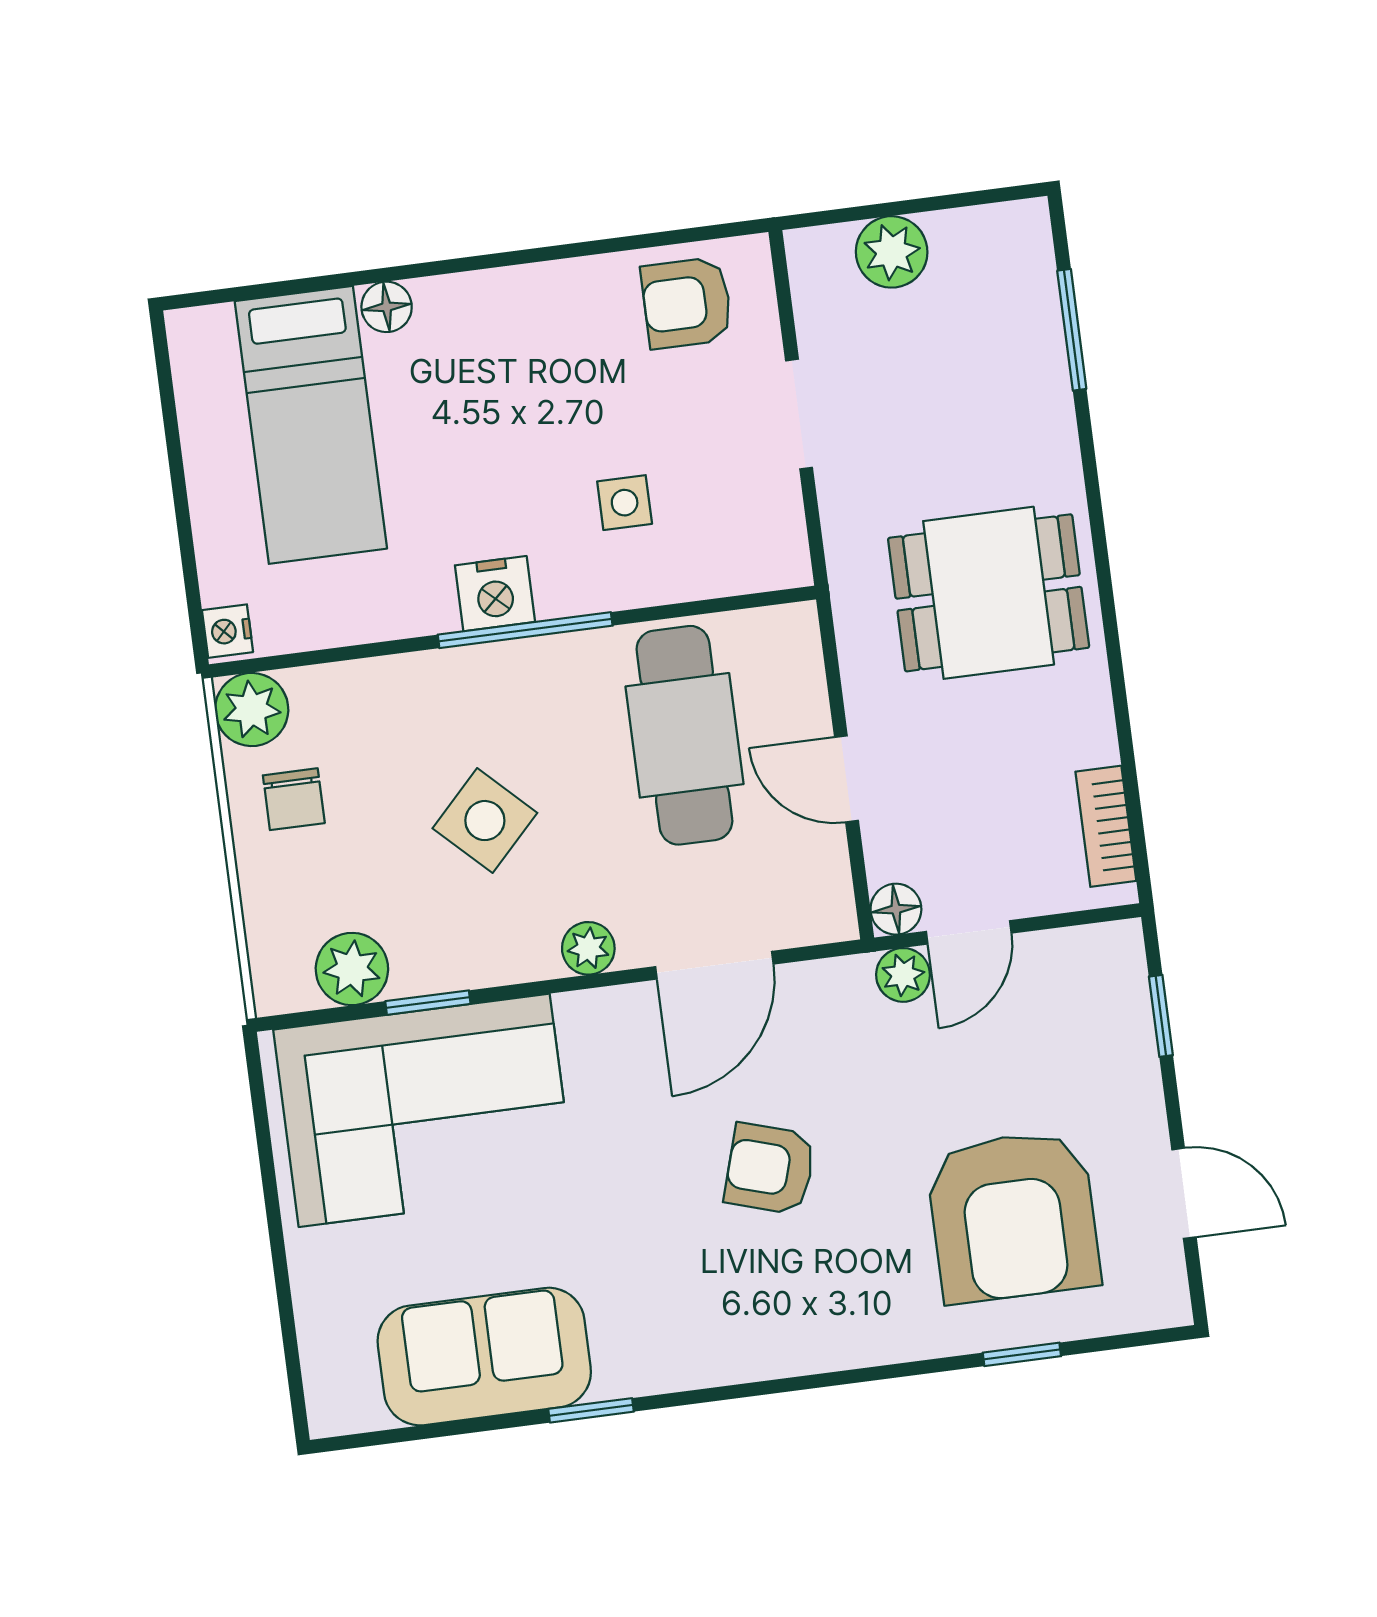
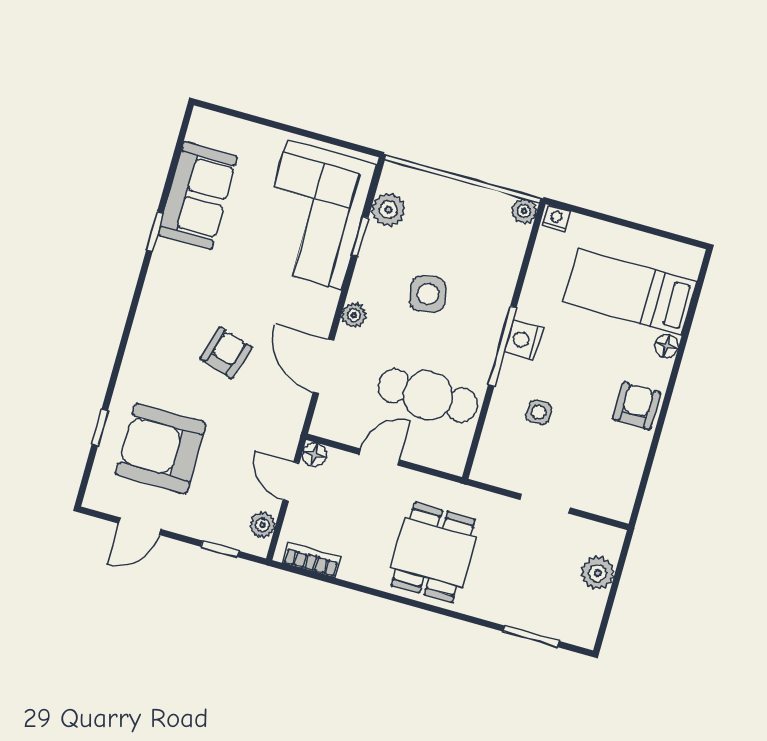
armchair: (687, 303) -> (637, 406), moved
plant: (252, 710) -> (524, 211), width x0.73, depth x0.73
chair: (294, 799) -> (472, 216), removed
side table: (485, 821) -> (428, 294), turned 36
plant: (903, 975) -> (262, 525), moved

